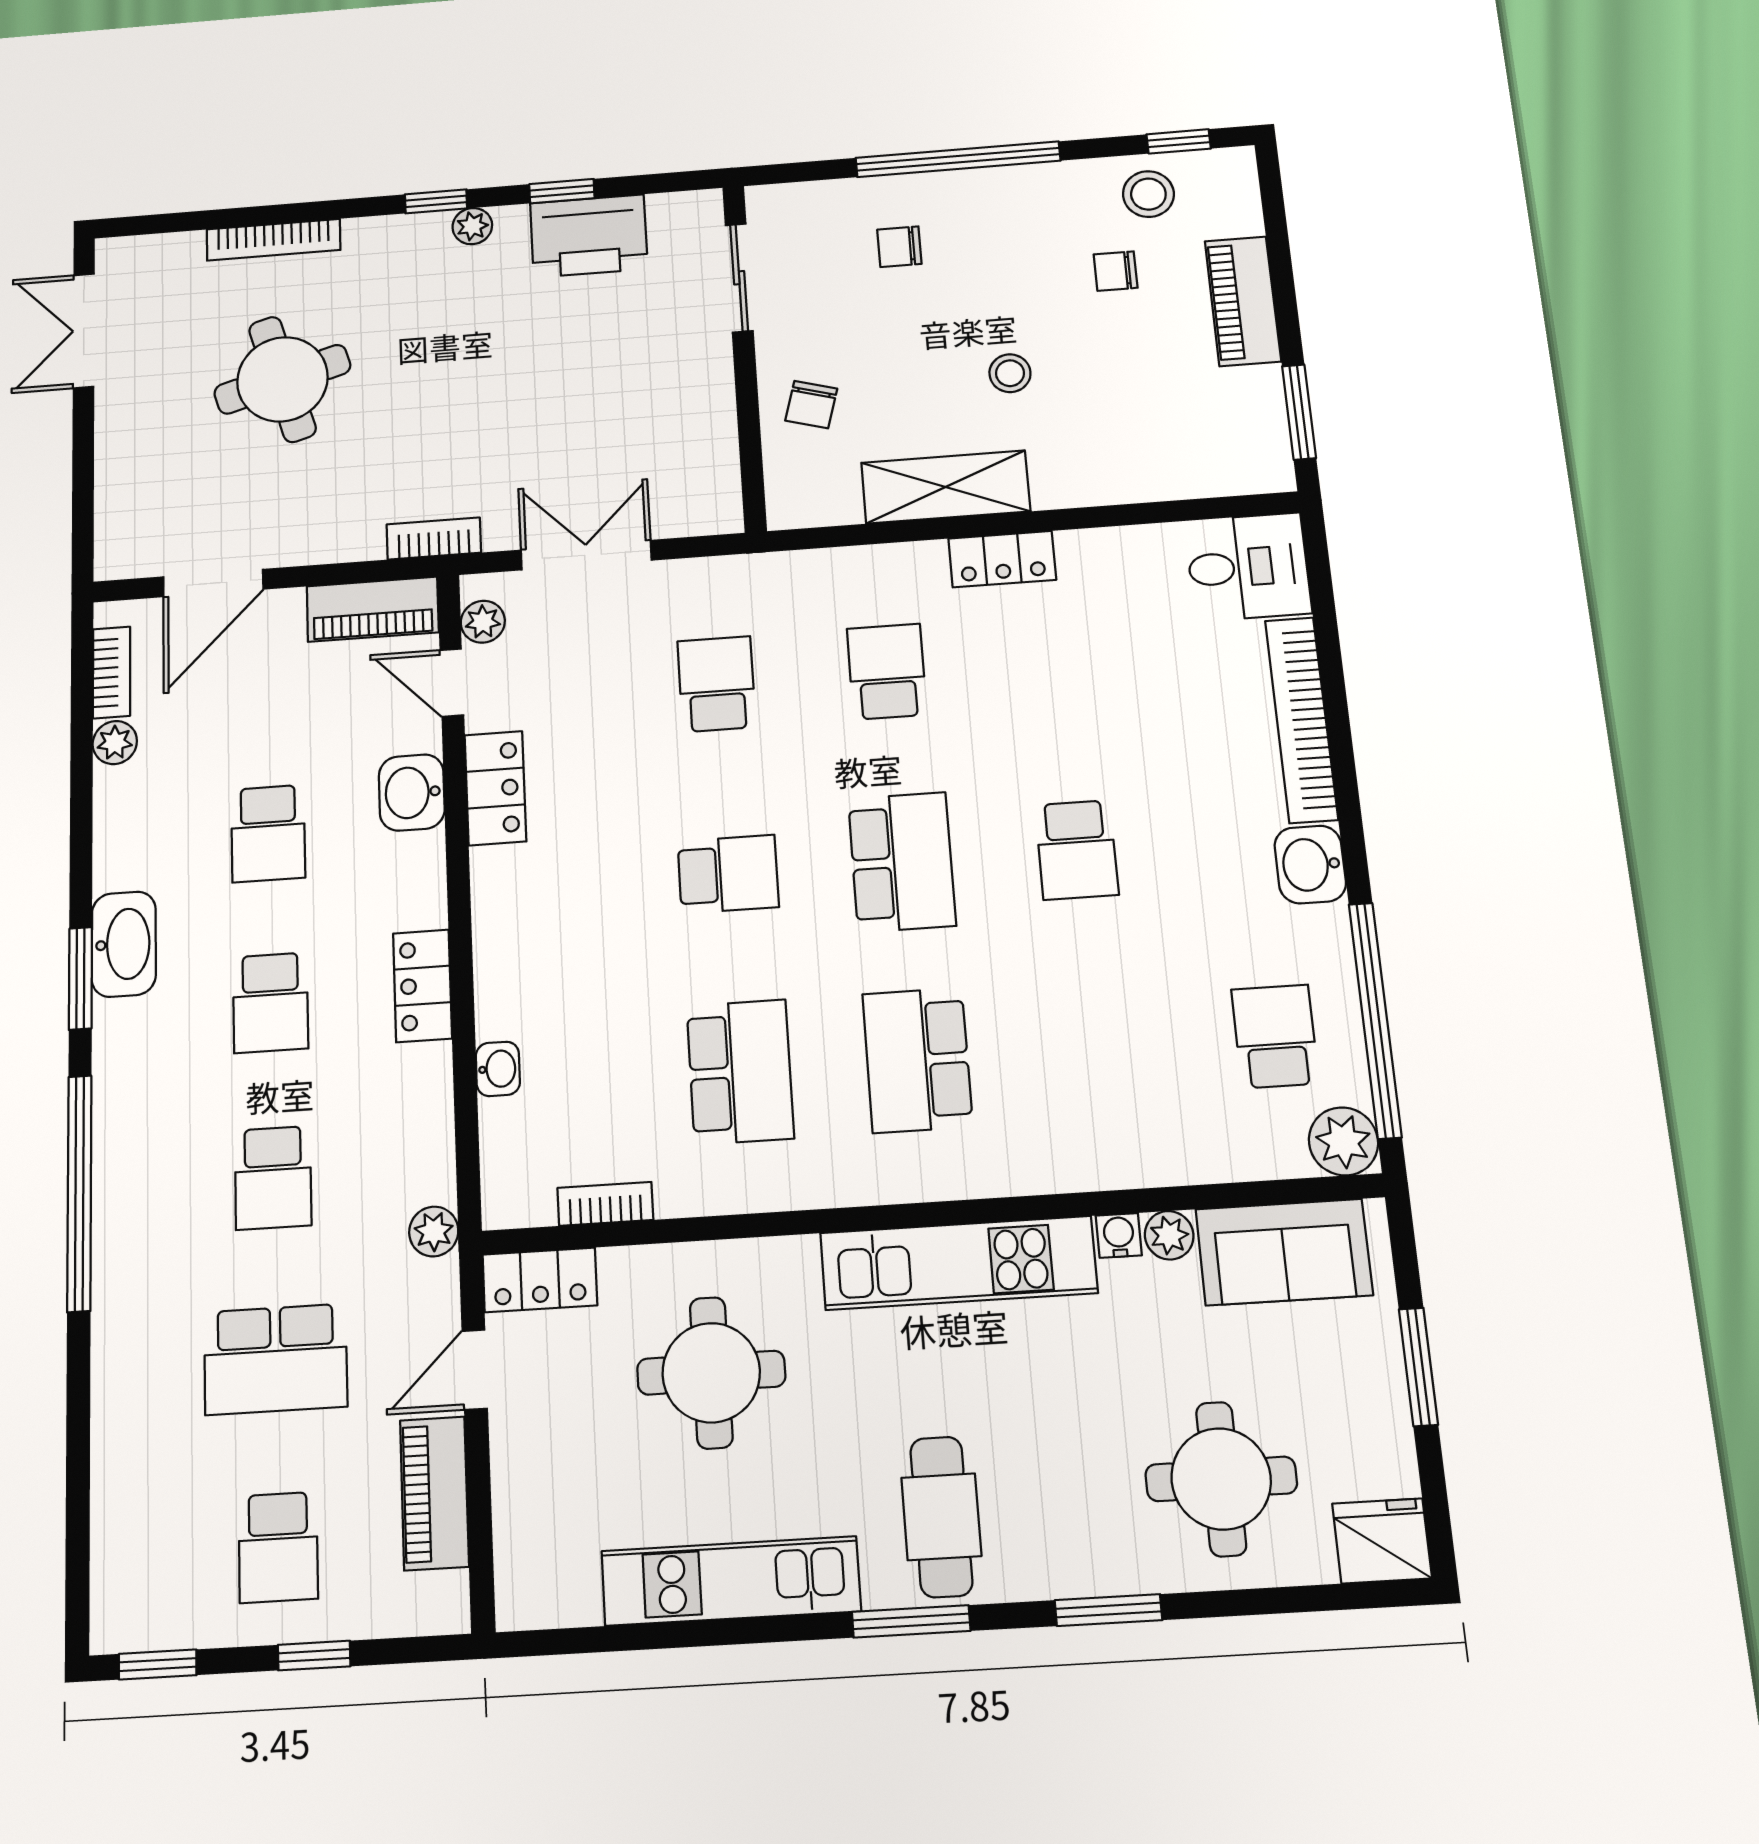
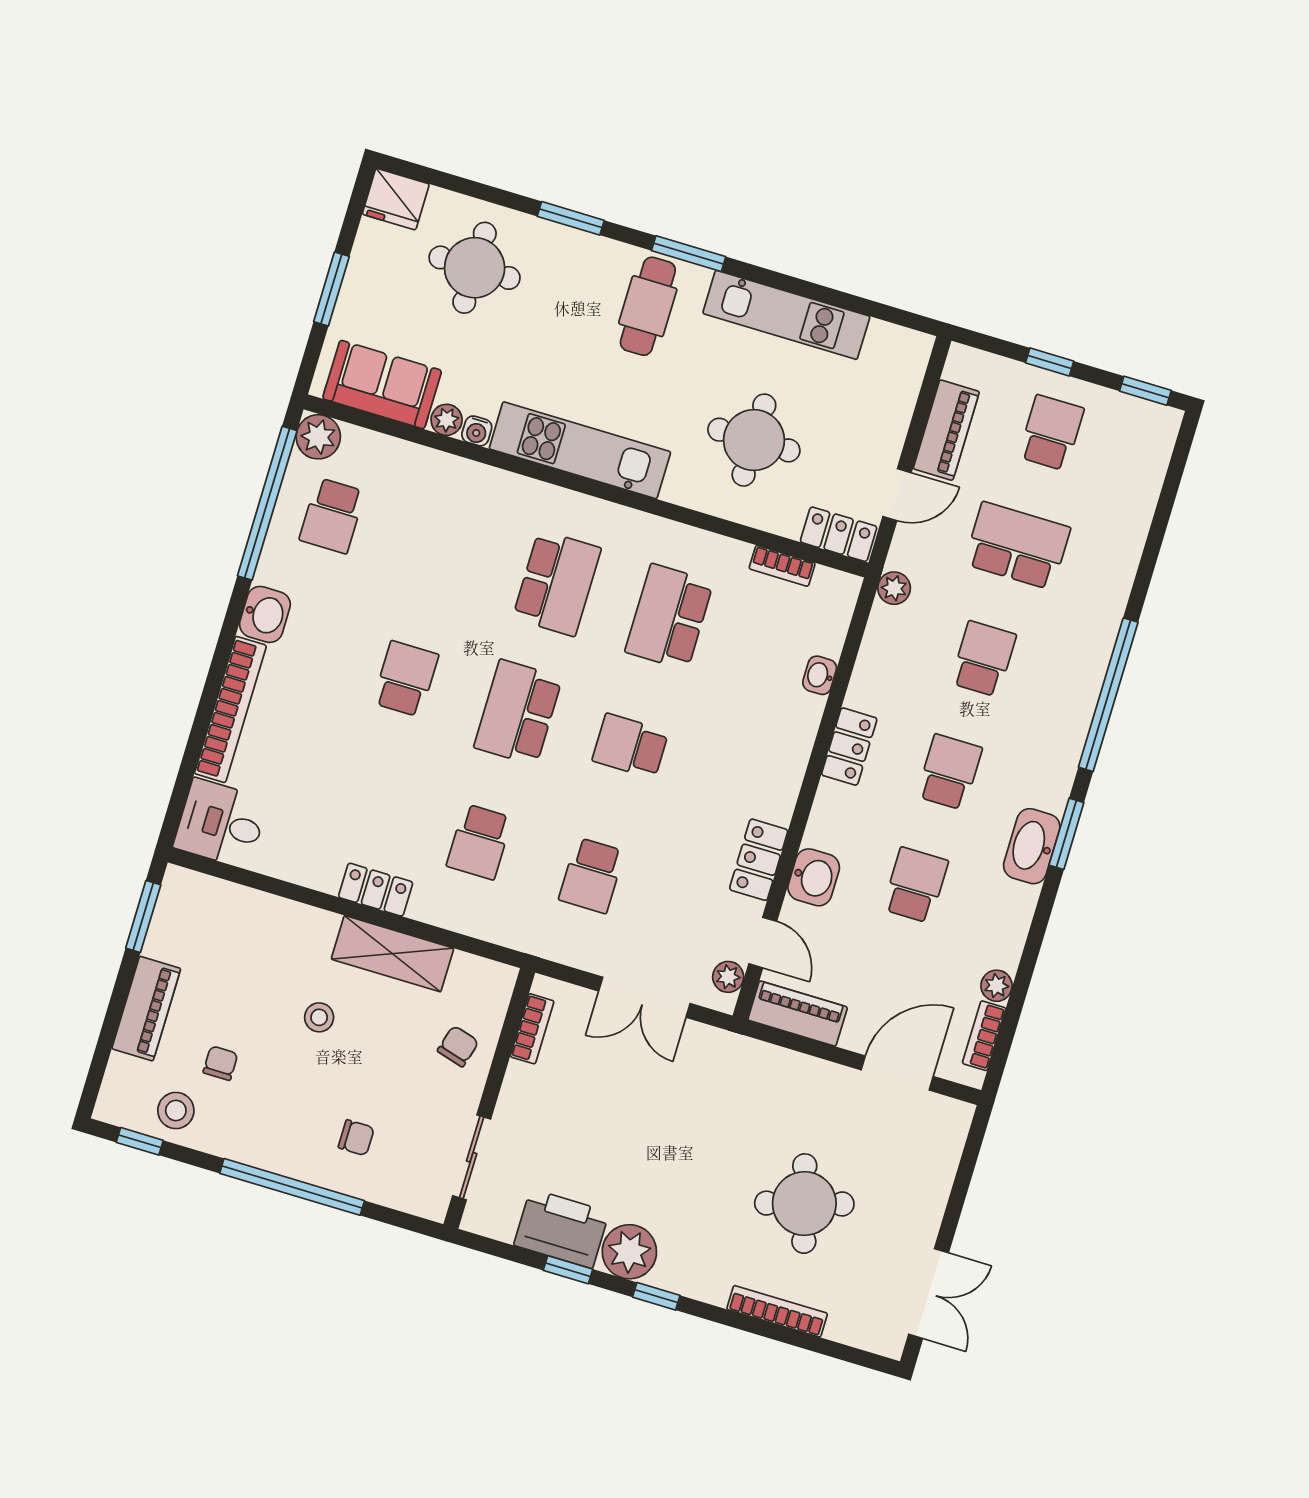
plant: (472, 226) -> (629, 1252), width x1.87, depth x1.87
chair: (1116, 271) -> (220, 1063), turned -90
bookcase: (434, 539) -> (532, 1029), moved, turned -90

